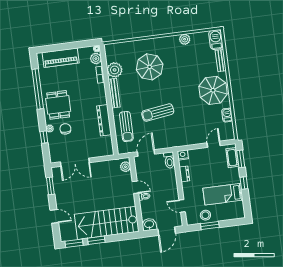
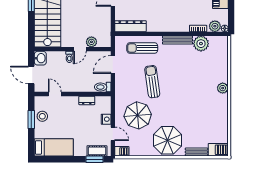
plant: (185, 39) -> (223, 88), moved
parasol: (150, 67) -> (138, 115), moved
barbecue: (227, 115) -> (122, 151), moved
dresser: (104, 120) -> (130, 26), moved
door: (146, 153) -> (113, 64), swing flipped
nightstand: (183, 155) -> (106, 119), moved
plant: (125, 167) -> (91, 42), moved
window: (244, 183) -> (70, 159), removed
bed: (223, 194) -> (54, 147), moved, turned 90
door: (182, 206) -> (55, 94), hinge flipped

